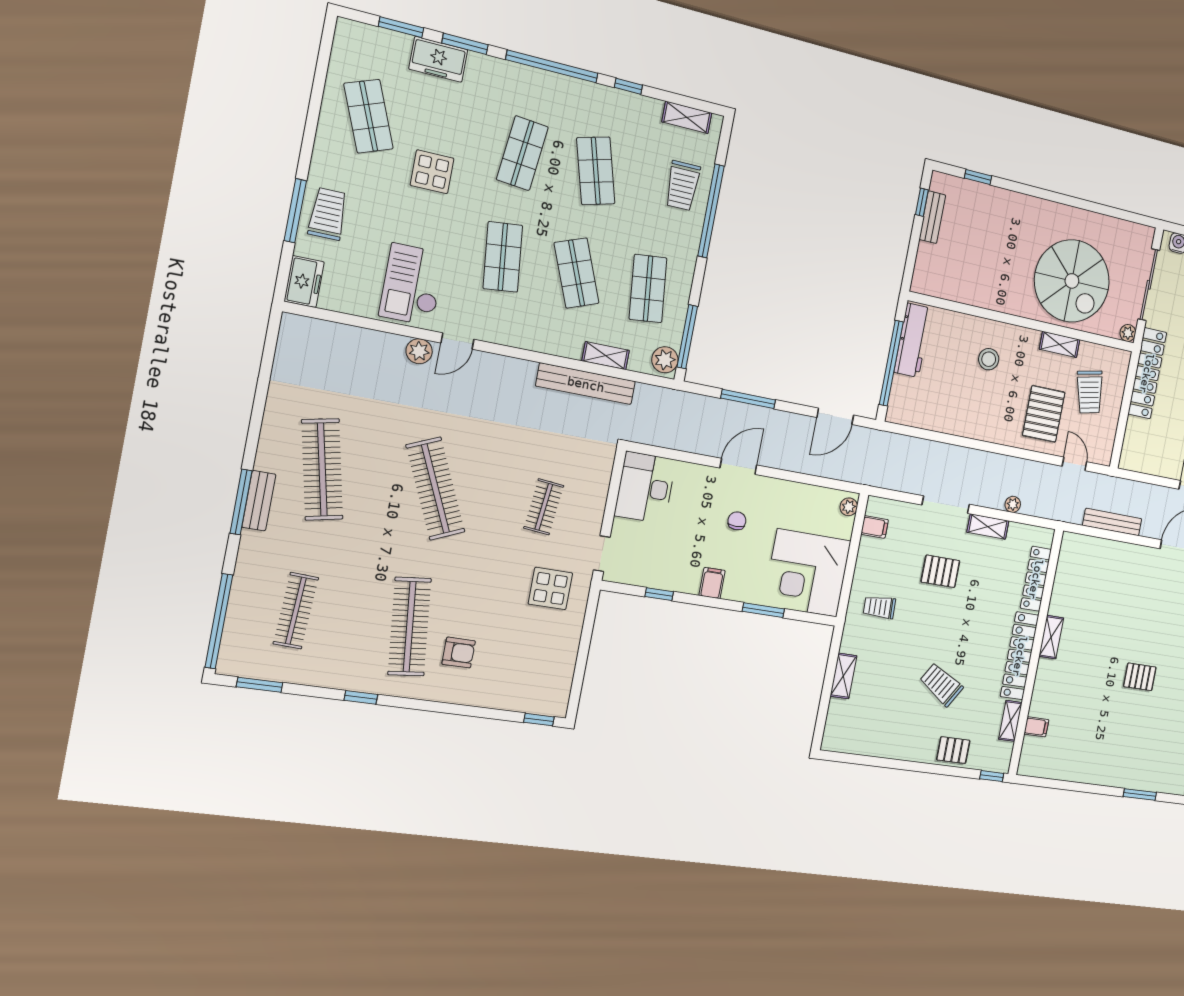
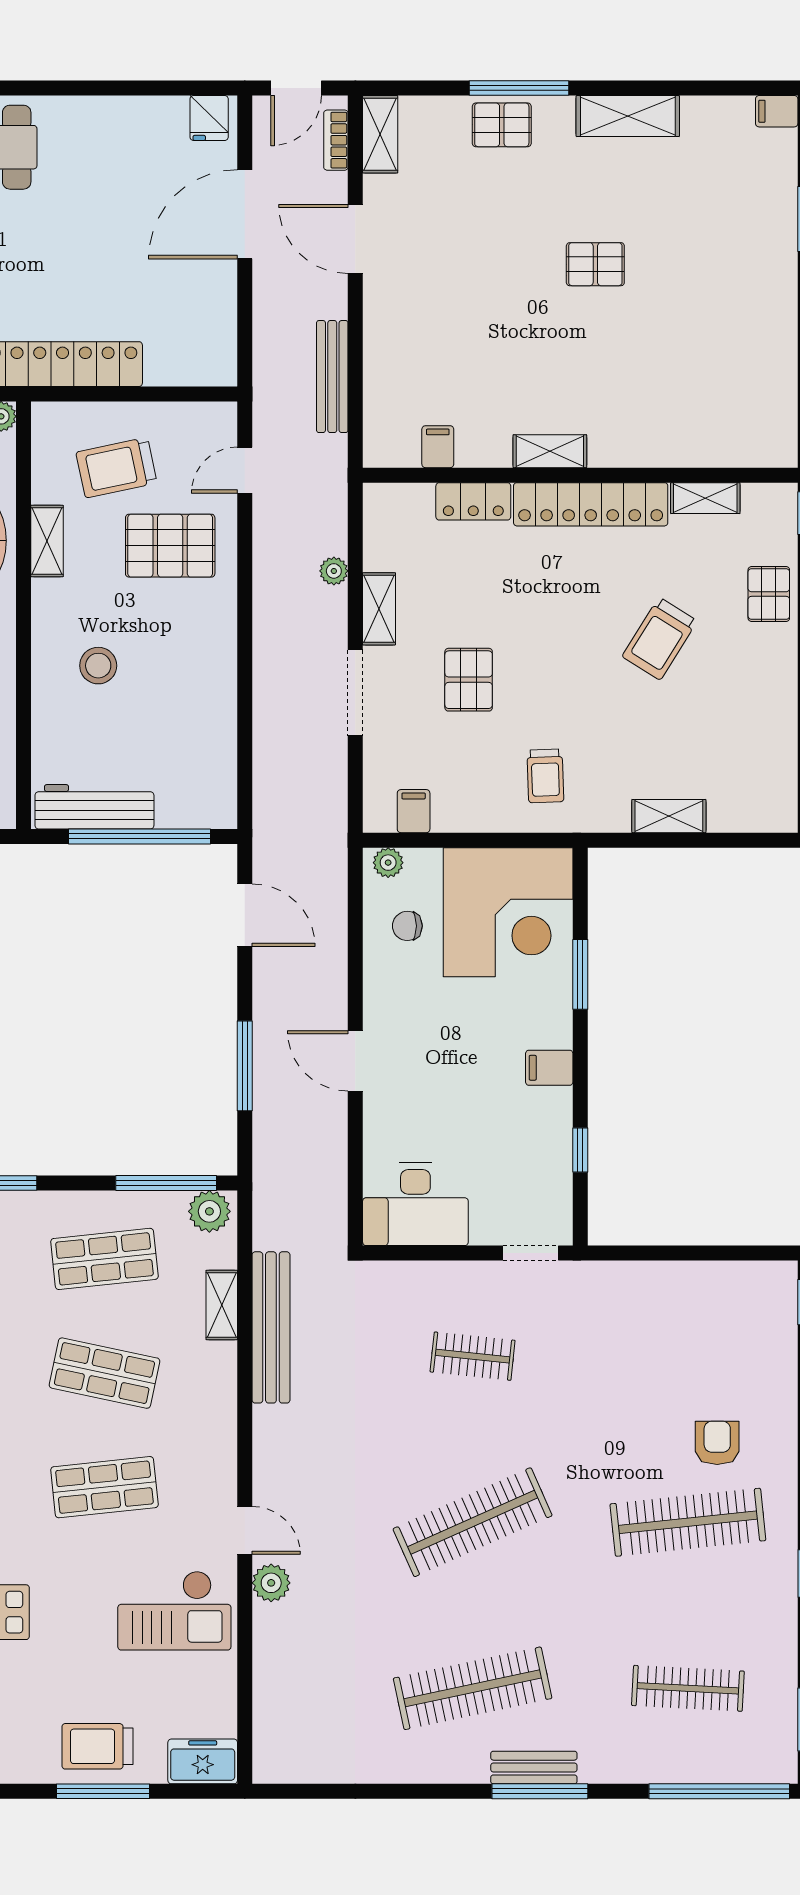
shop shelf: (577, 273) -> (104, 1373), turned 33
trolley: (1090, 392) -> (116, 468), turned 180
chair: (737, 521) -> (407, 926), moved
locker: (1036, 579) -> (473, 501), width x0.66
display table: (550, 588) -> (598, 1322), removed
pallet: (1140, 677) -> (595, 264), turned 90
filing cabinet: (1036, 727) -> (438, 447), moved

